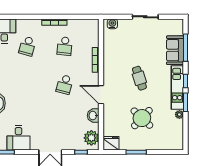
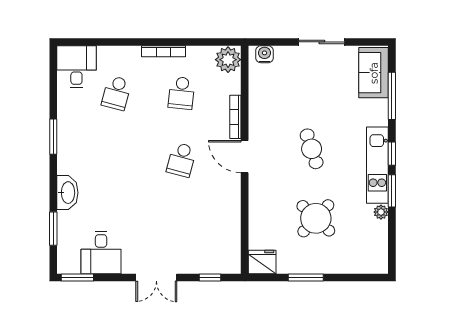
sofa: (175, 50) -> (374, 73), moved
door: (101, 95) -> (245, 157), moved
washbasin: (93, 116) -> (231, 214), removed
plant: (91, 138) -> (228, 60), moved

